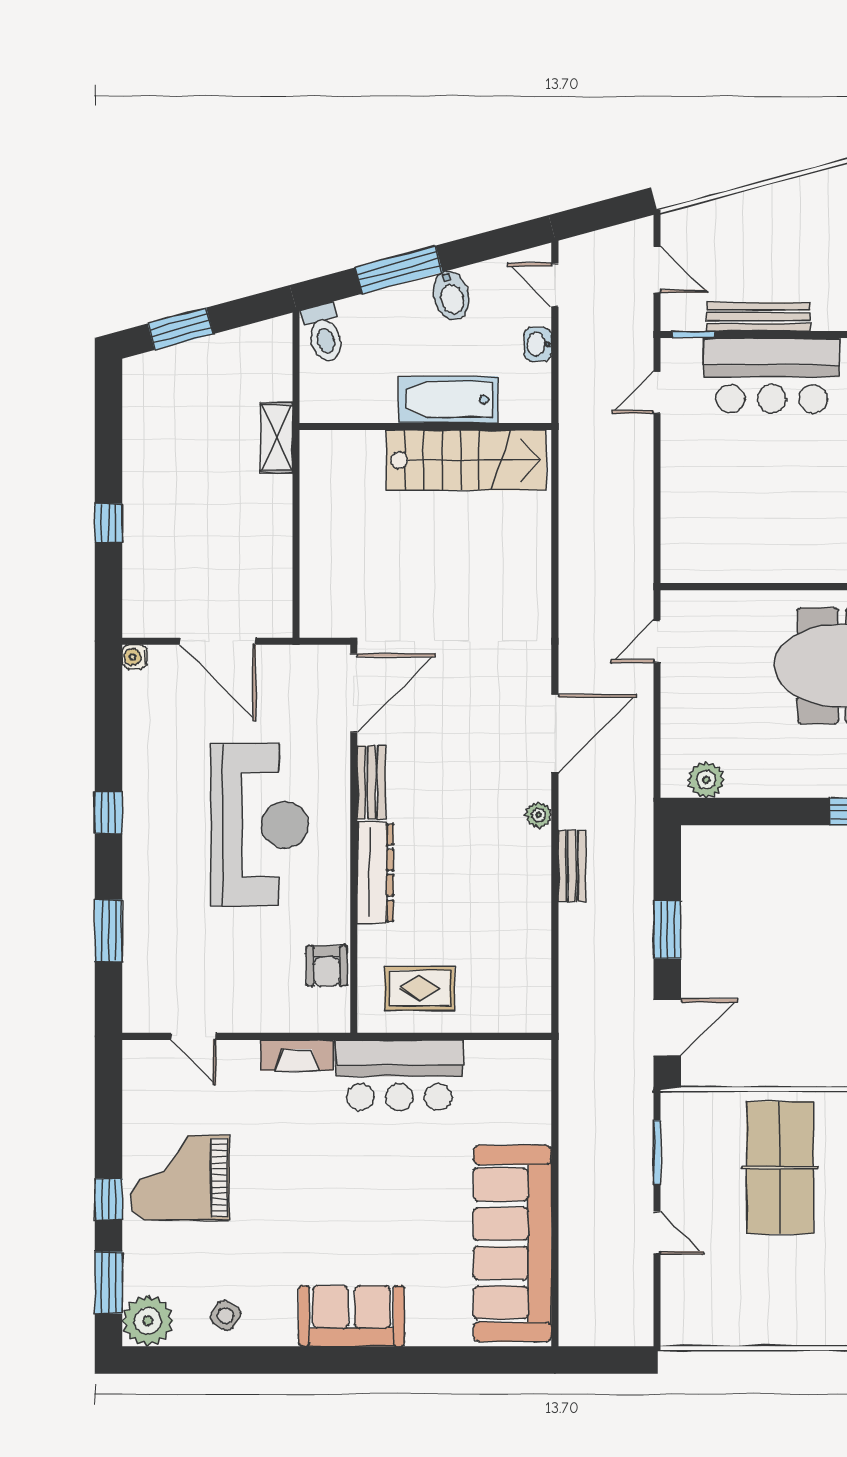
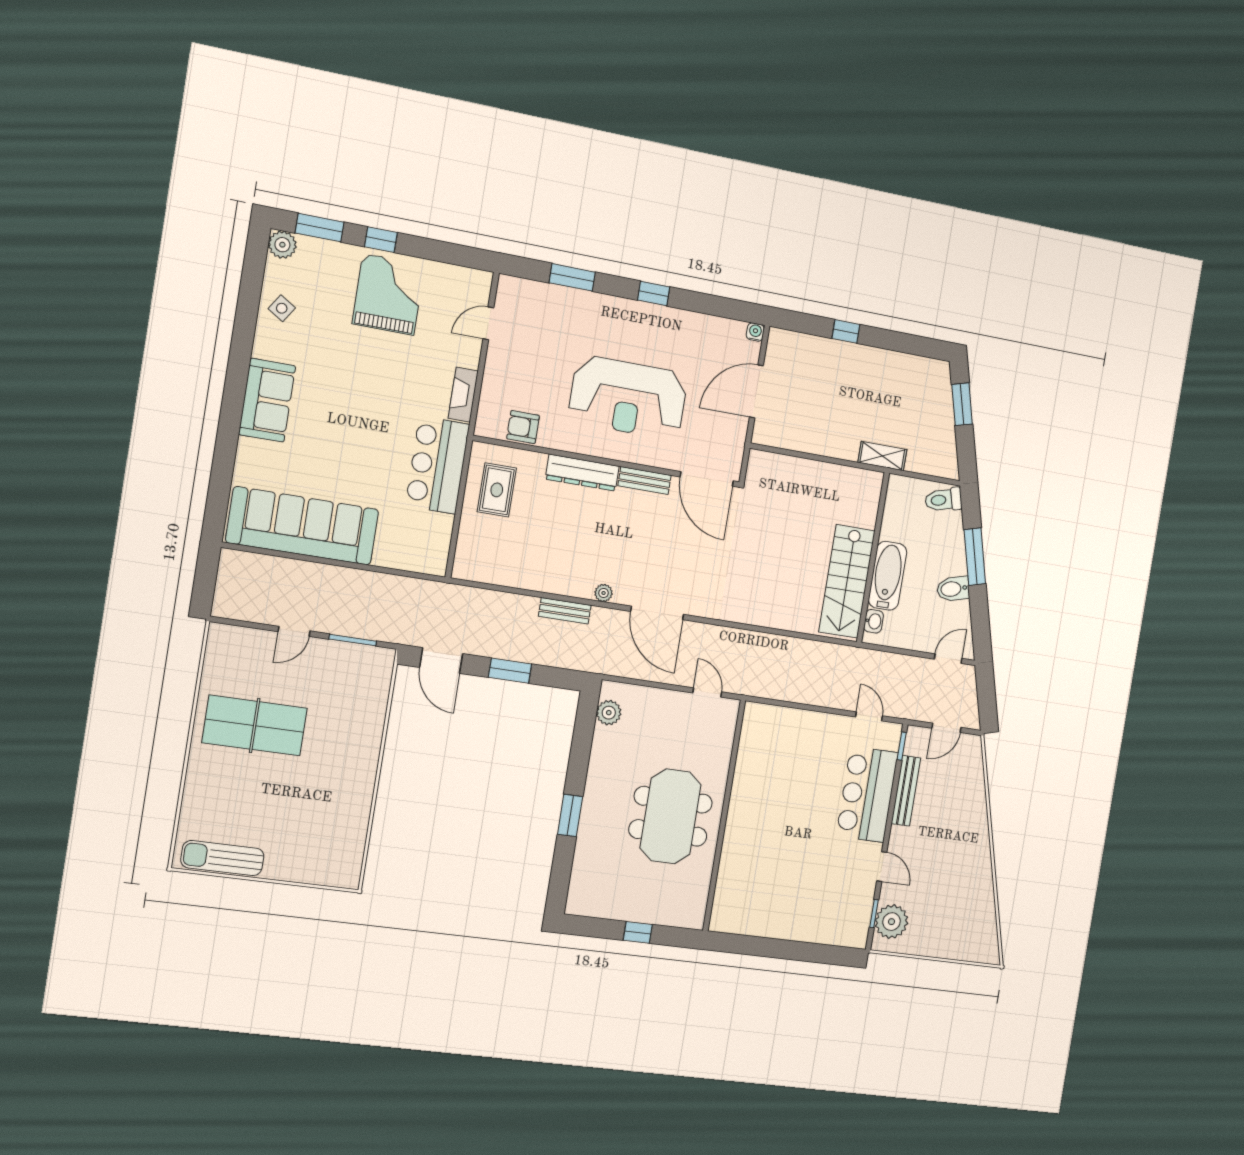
washbasin: (538, 344) -> (874, 621), moved, turned 90
table tennis table: (780, 1168) -> (255, 725), moved
plant: (148, 1321) -> (282, 245), width x0.73, depth x0.73

